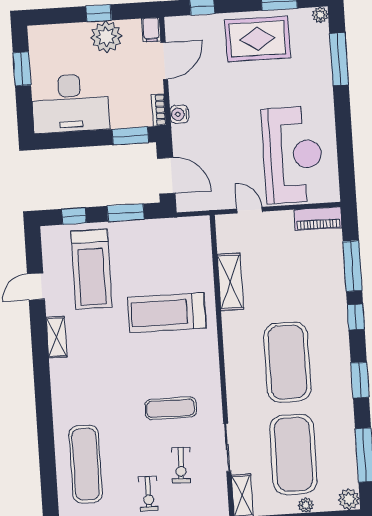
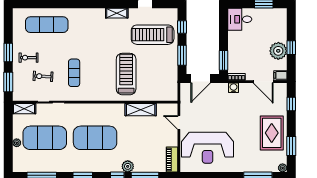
desk: (70, 103) -> (240, 19), width x0.53, depth x0.77
door: (250, 210) -> (179, 123), swing flipped
plant: (349, 499) -> (128, 166), moved

